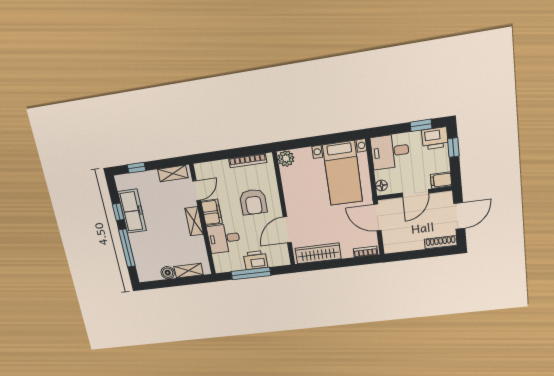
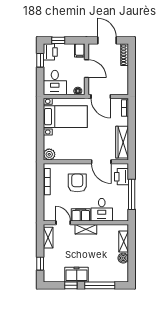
armchair: (253, 202) -> (77, 183), turned -90
freezer: (132, 211) -> (77, 275), width x0.71
door: (377, 218) -> (101, 97), hinge flipped
printer: (255, 260) -> (122, 177), moved

